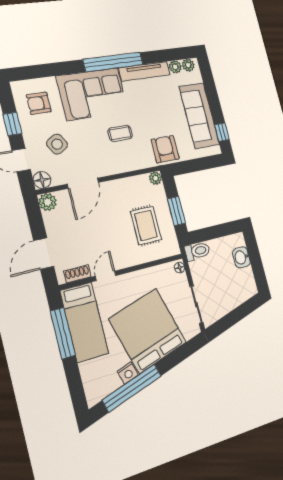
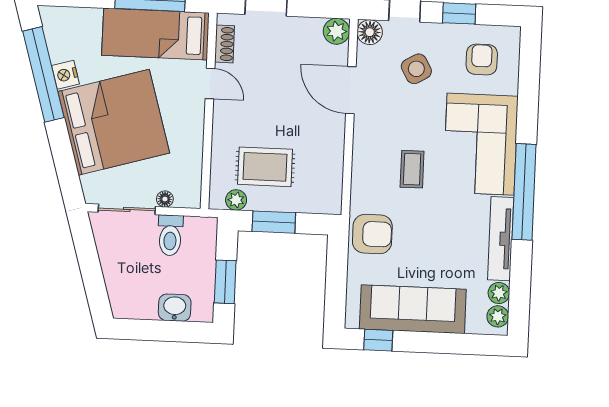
plant: (155, 178) -> (236, 200), moved
window: (218, 231) -> (225, 282), added
toilet: (197, 251) -> (170, 235), moved
floor lamp: (180, 268) -> (165, 199), moved

